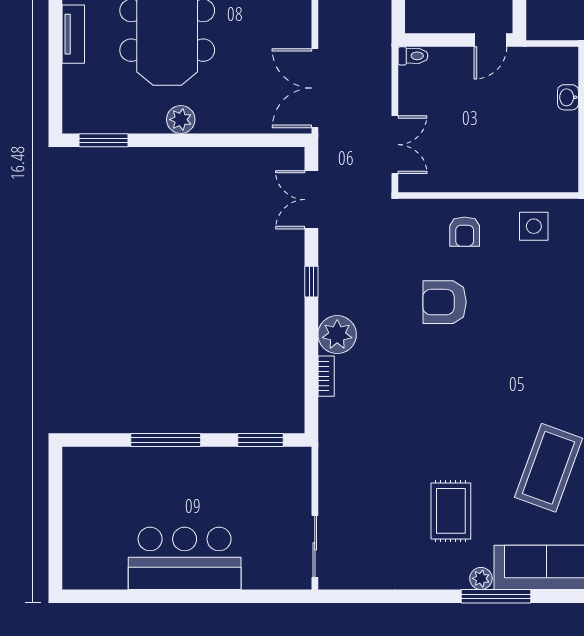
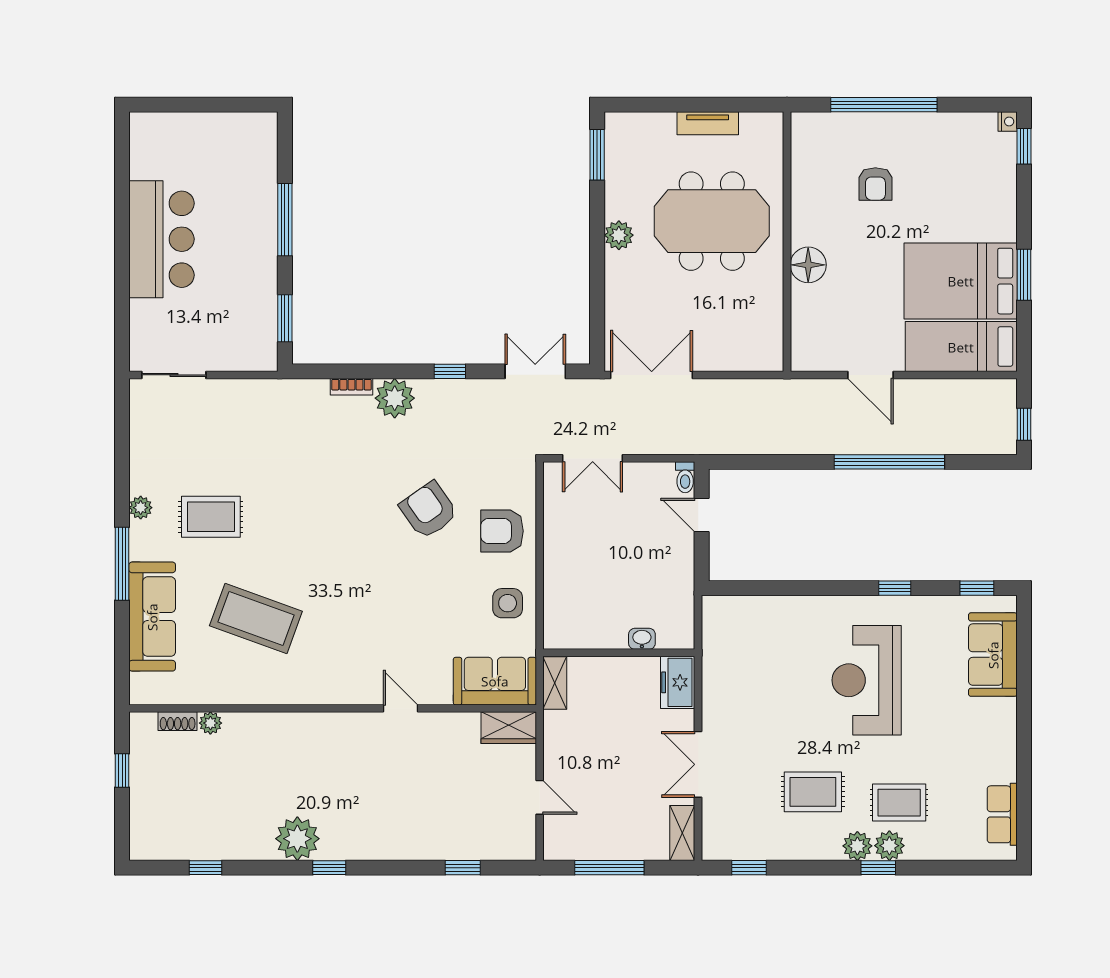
door: (490, 40) -> (702, 515), moved
armchair: (465, 232) -> (502, 531), width x1.38, depth x1.38
armchair: (445, 302) -> (429, 510), turned -35
plant: (481, 578) -> (141, 508), moved

